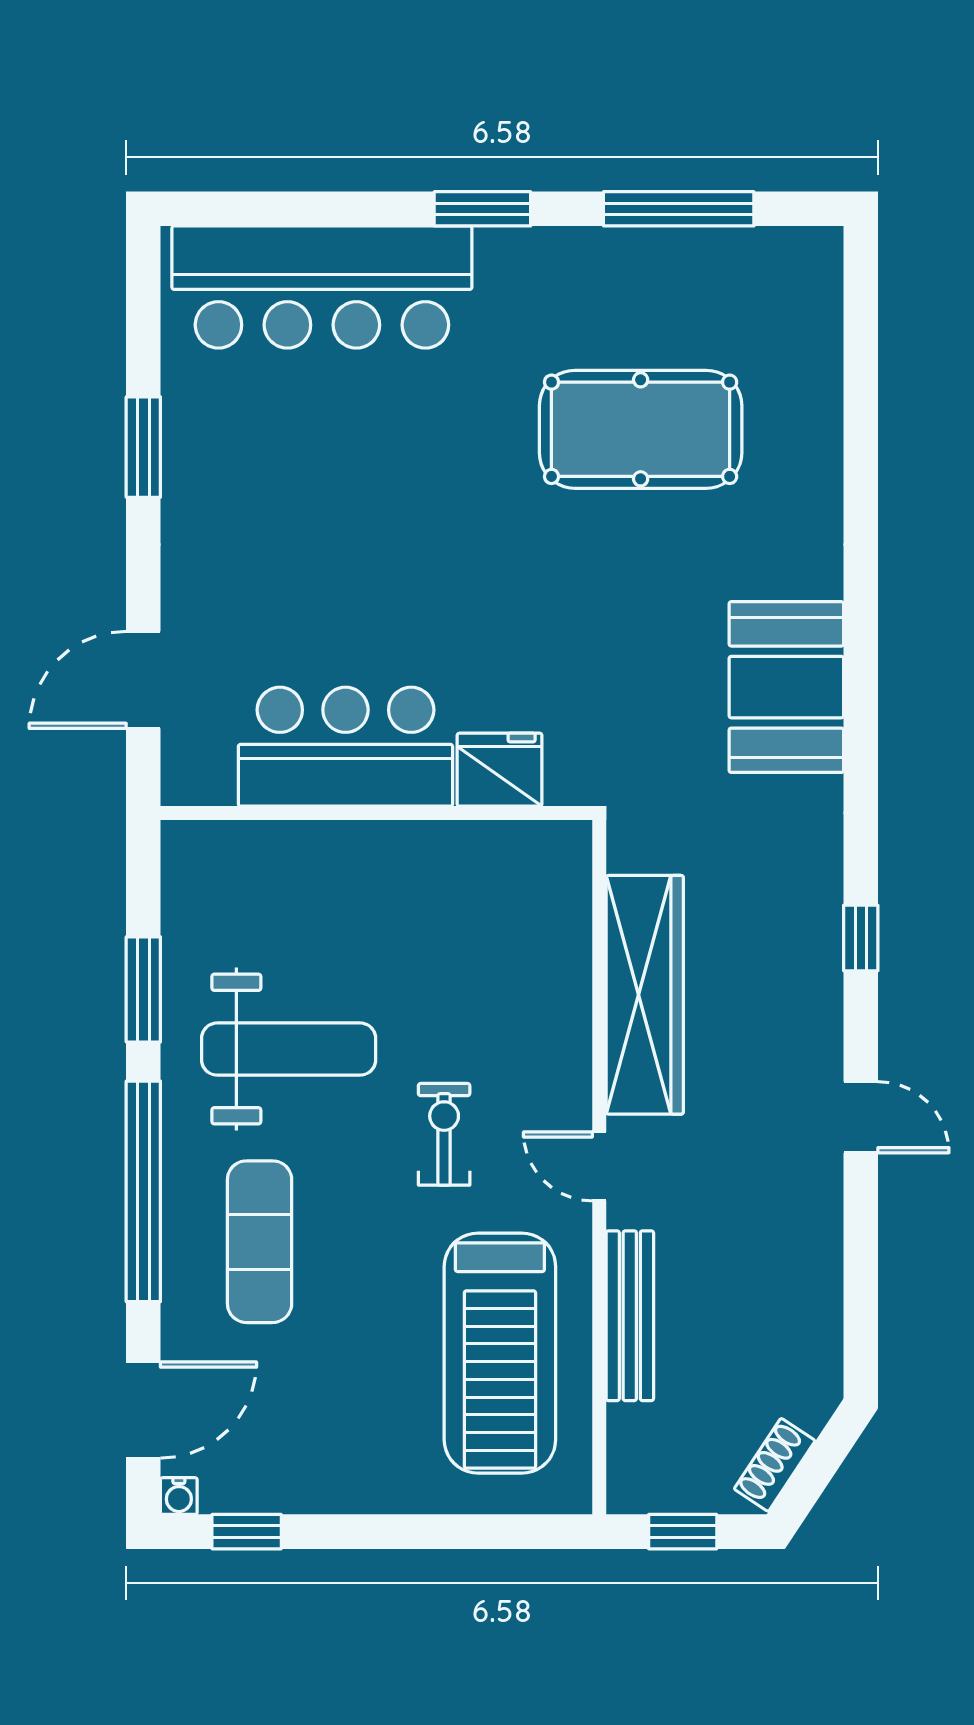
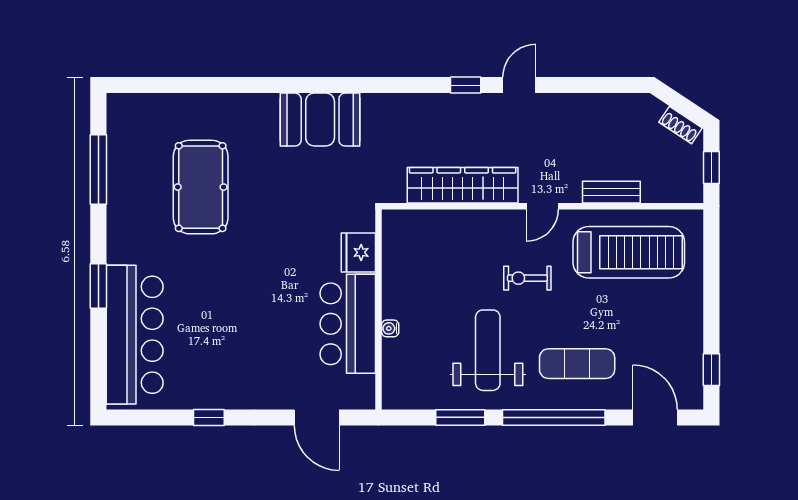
window: (482, 209) -> (98, 286), moved
window: (143, 447) -> (209, 417), width x0.67
window: (861, 938) -> (466, 85), moved
bench: (630, 1316) -> (611, 192), width x0.73
water cooler: (179, 1496) -> (390, 328), moved, turned 180

